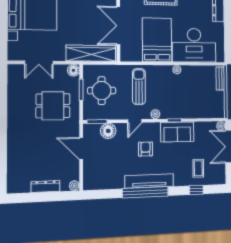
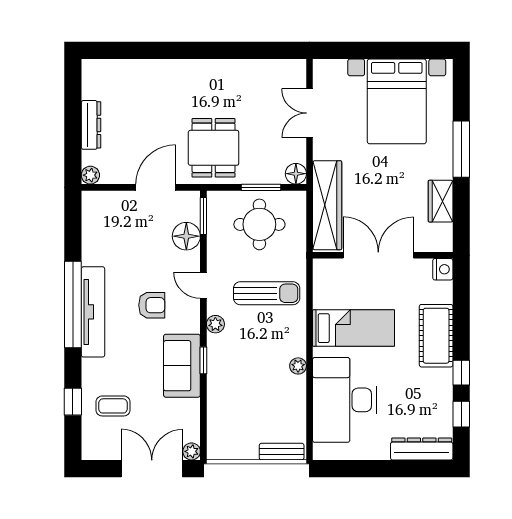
bed: (157, 40) -> (354, 328), width x0.67
dining table: (53, 106) -> (214, 148), moved

